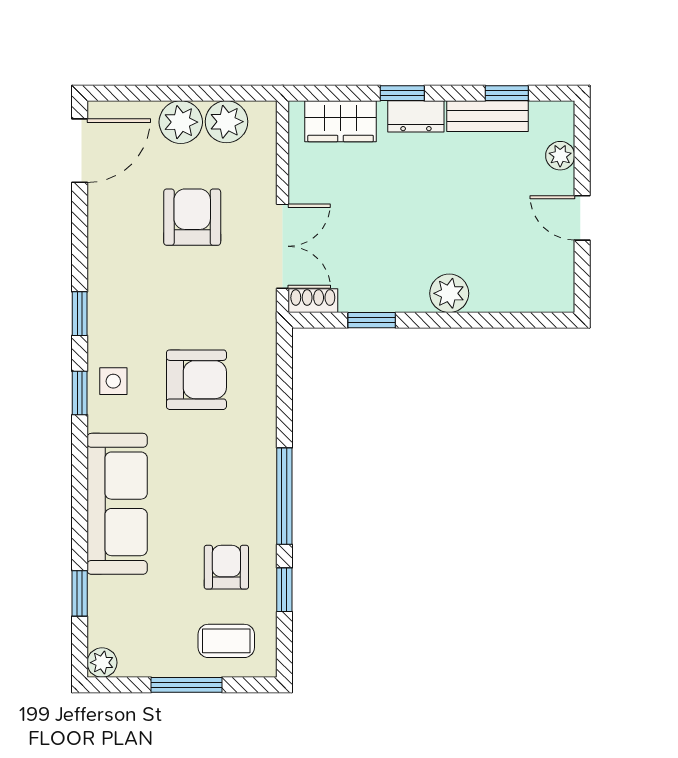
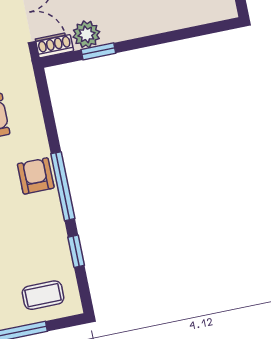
plant: (449, 293) -> (86, 34), moved
armchair: (226, 567) -> (36, 176), moved

